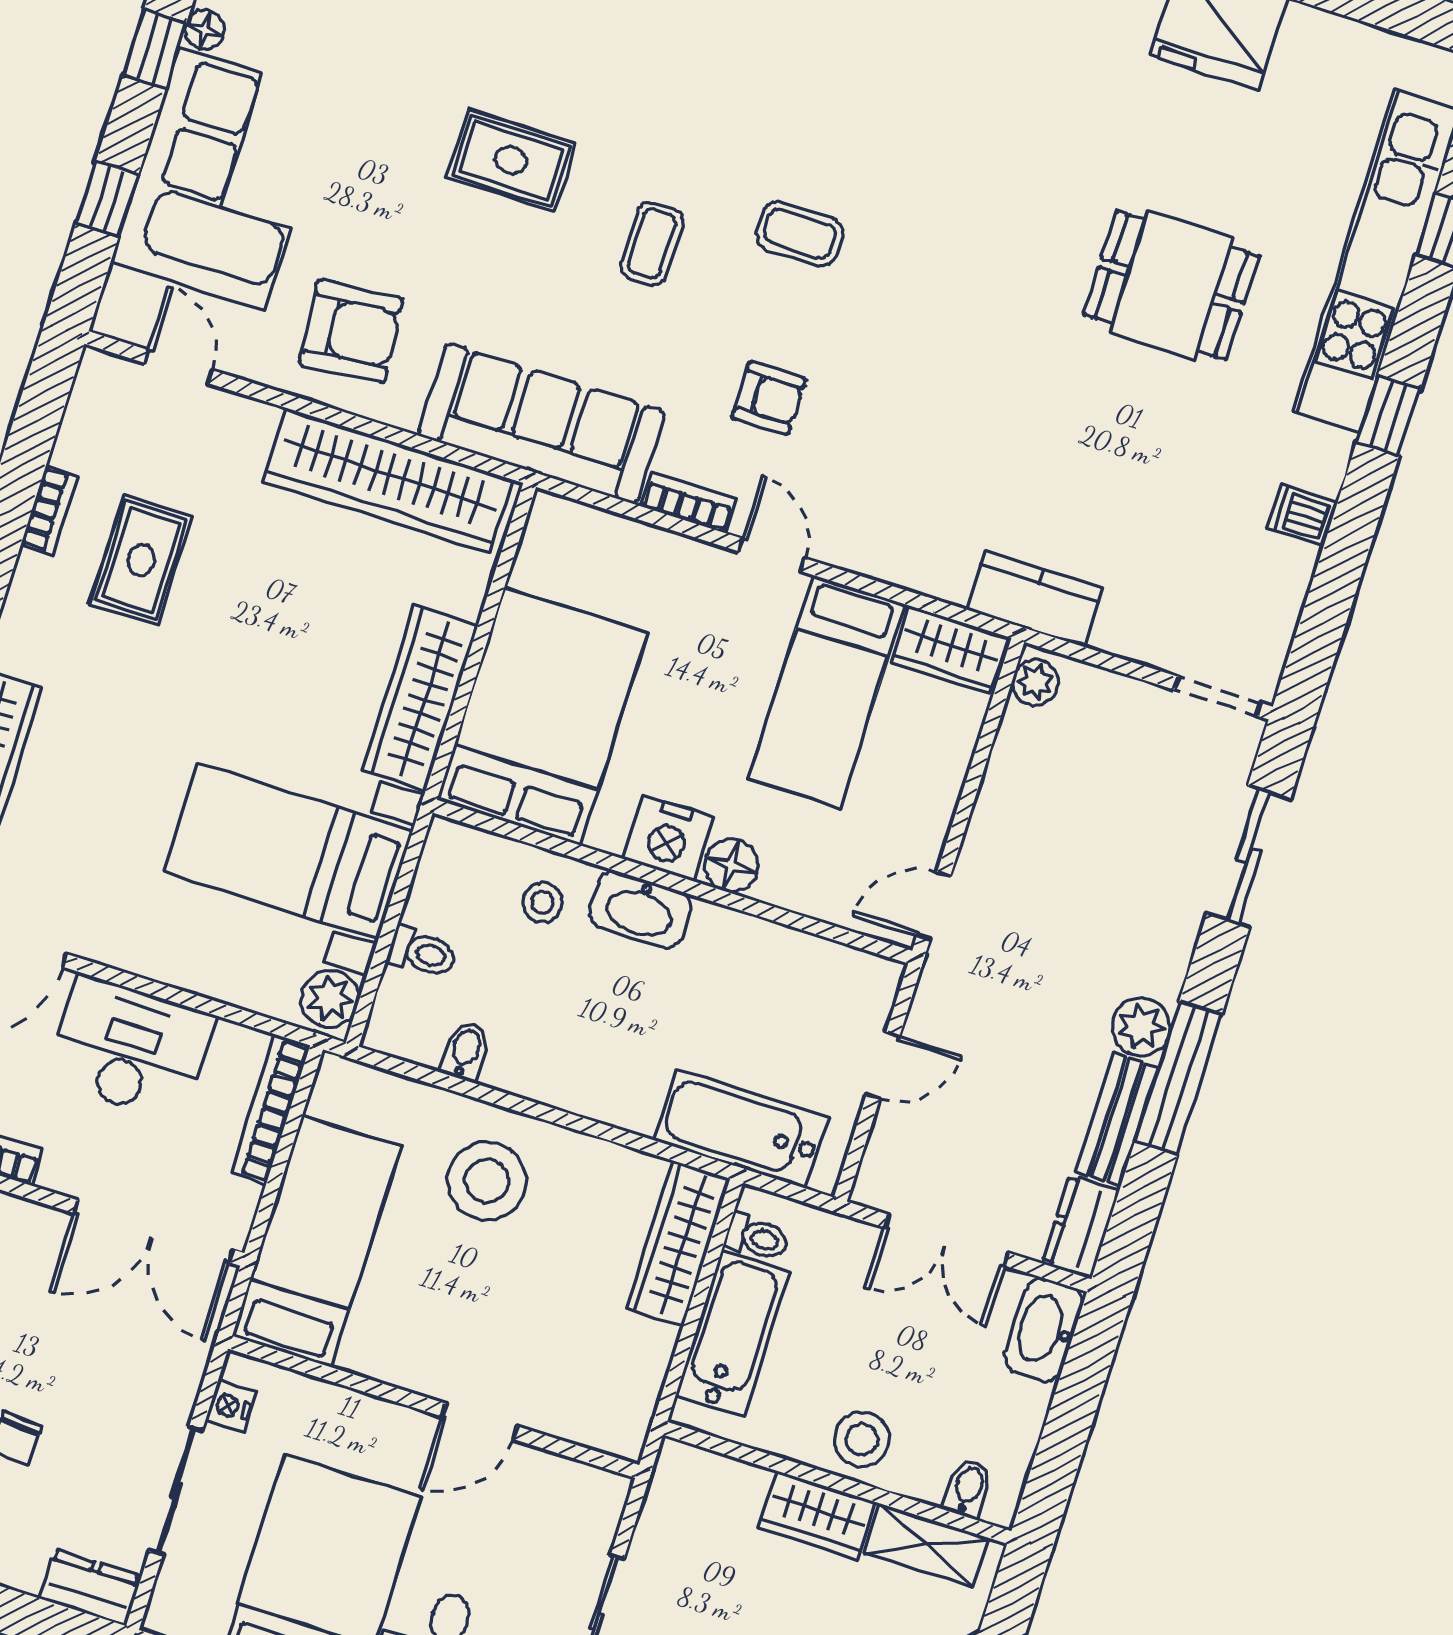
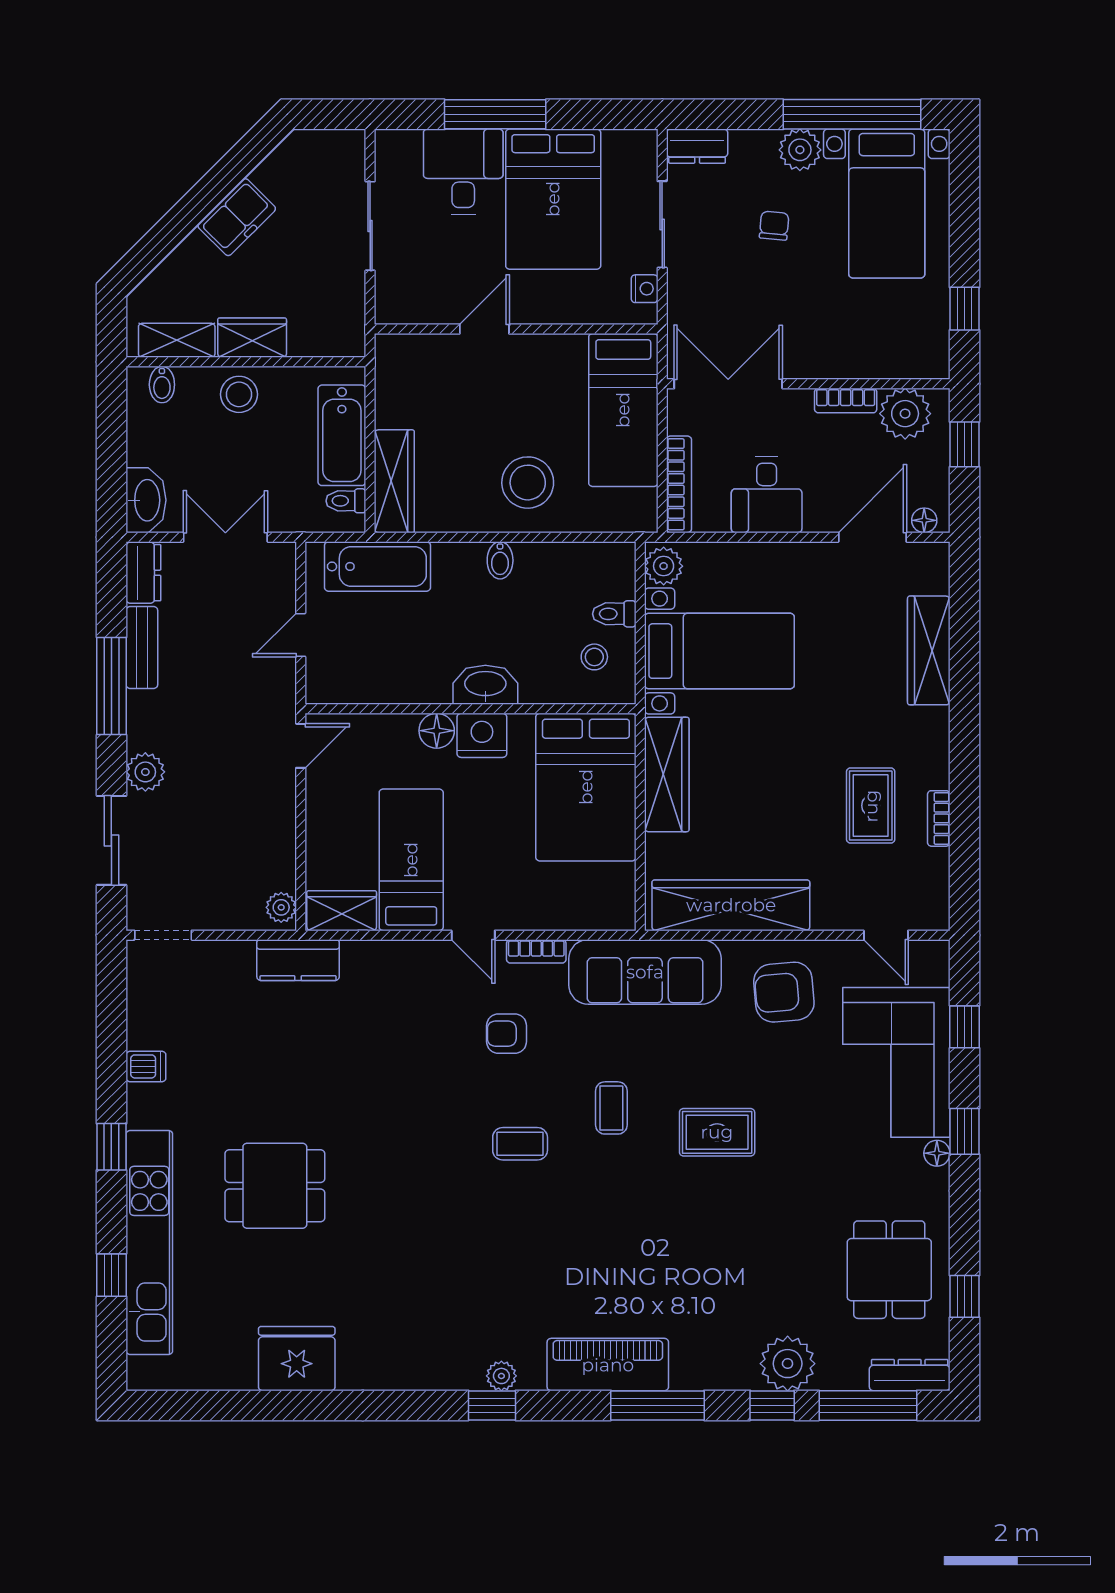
stool: (543, 902) -> (594, 657), moved
plant: (1141, 1027) -> (145, 772), moved
desk: (130, 1048) -> (767, 495), width x0.73
bidet: (465, 1051) -> (500, 560), moved

